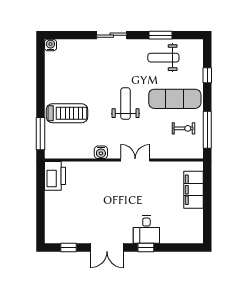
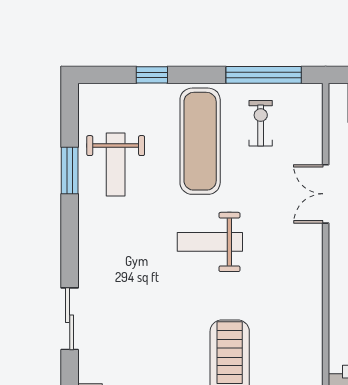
sliding door: (112, 35) -> (70, 319), moved
water cooler: (101, 152) -> (310, 292), removed
double door: (135, 160) -> (326, 194), moved

